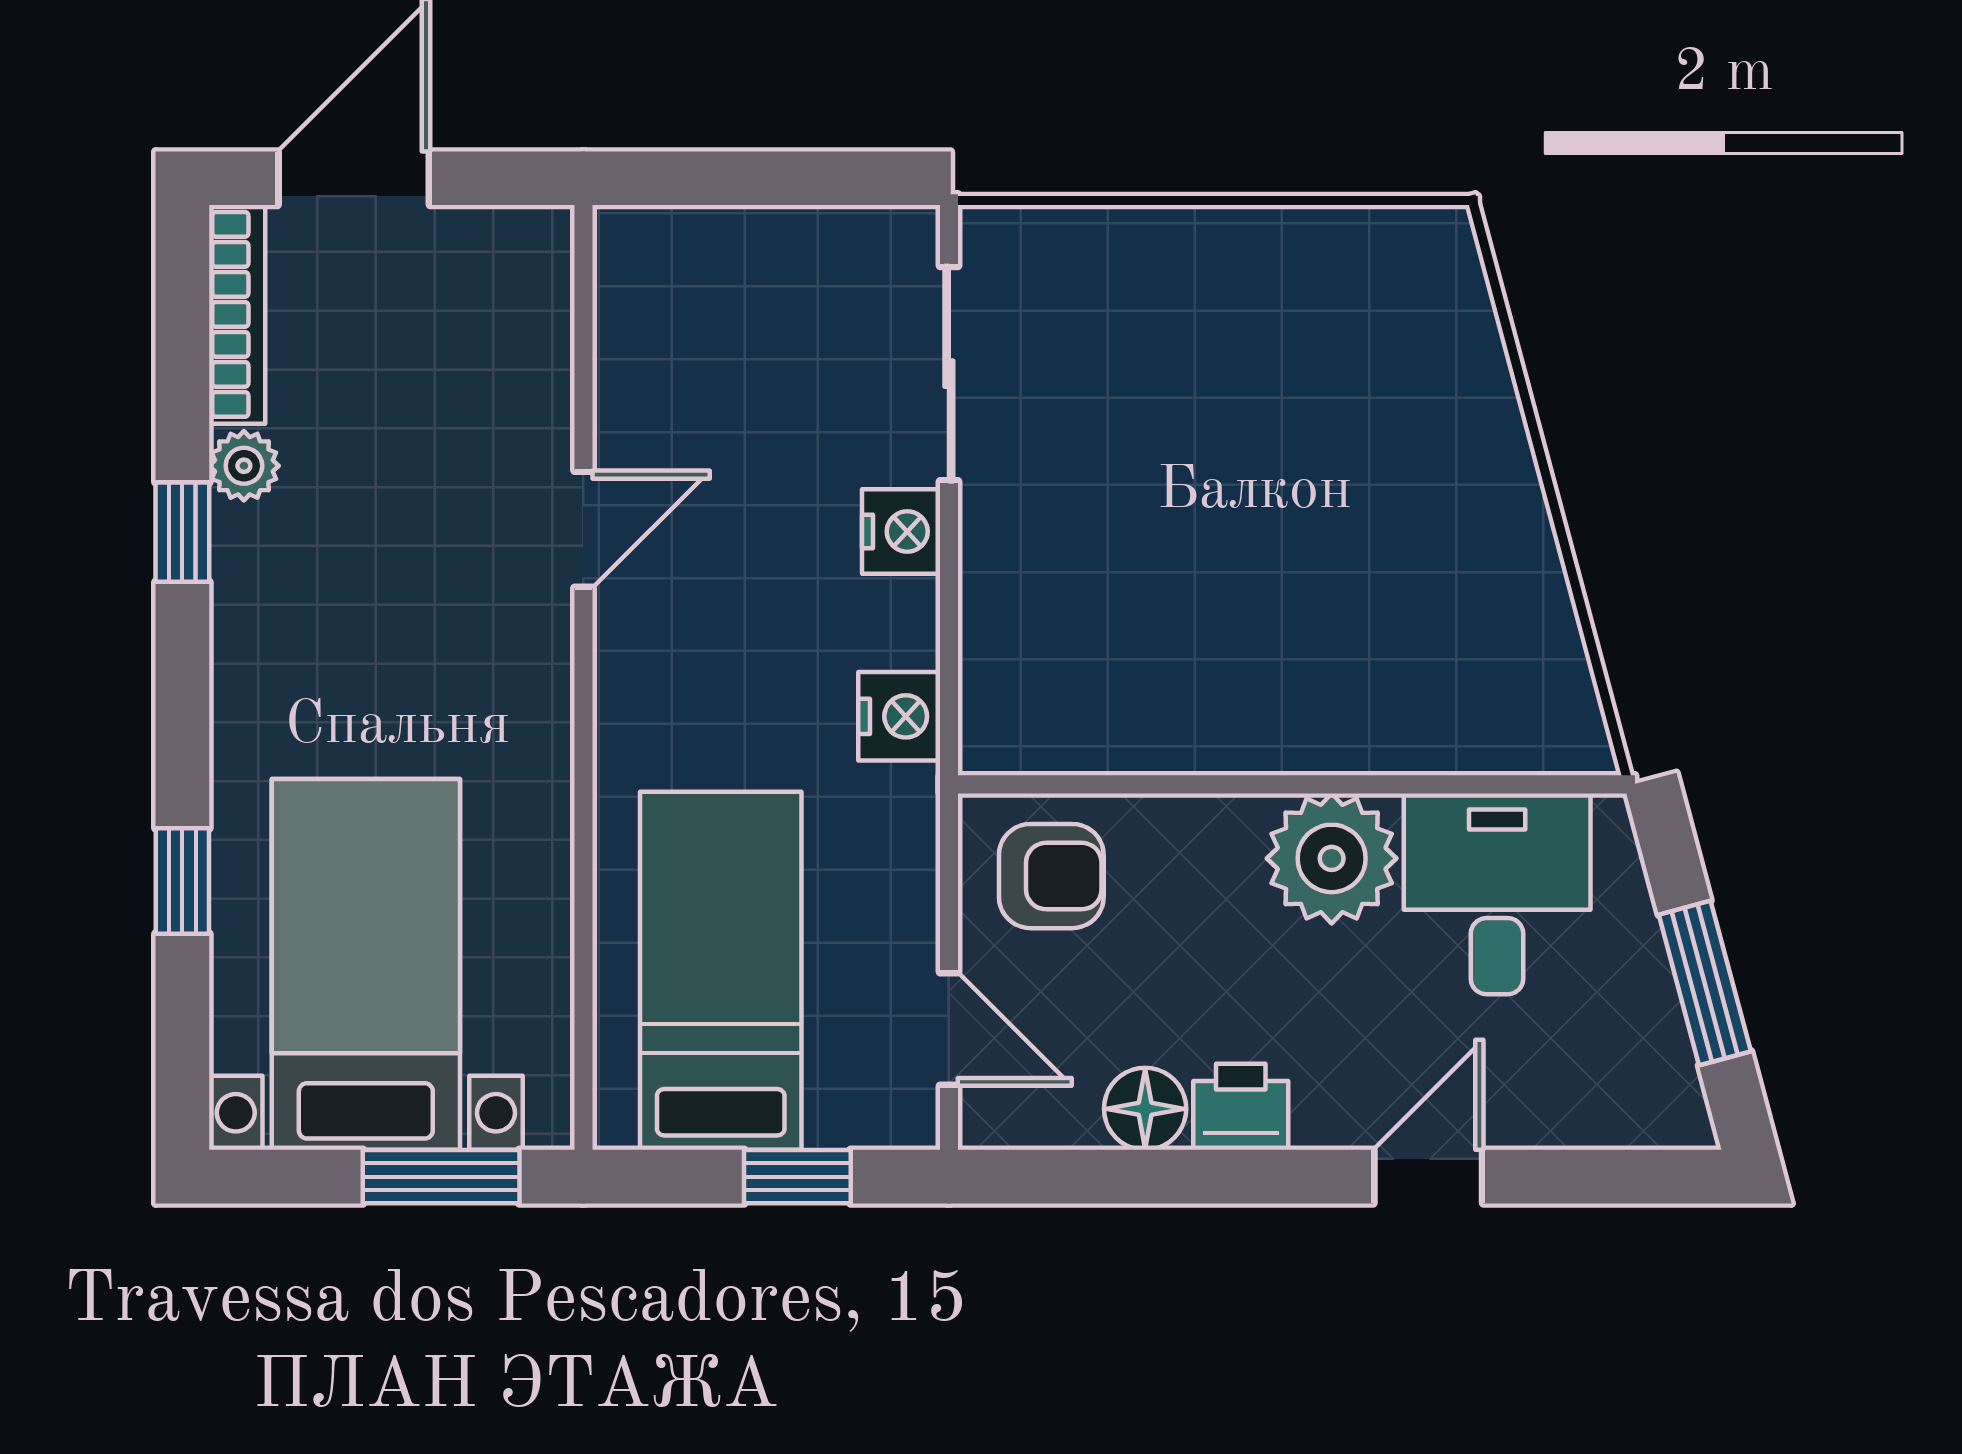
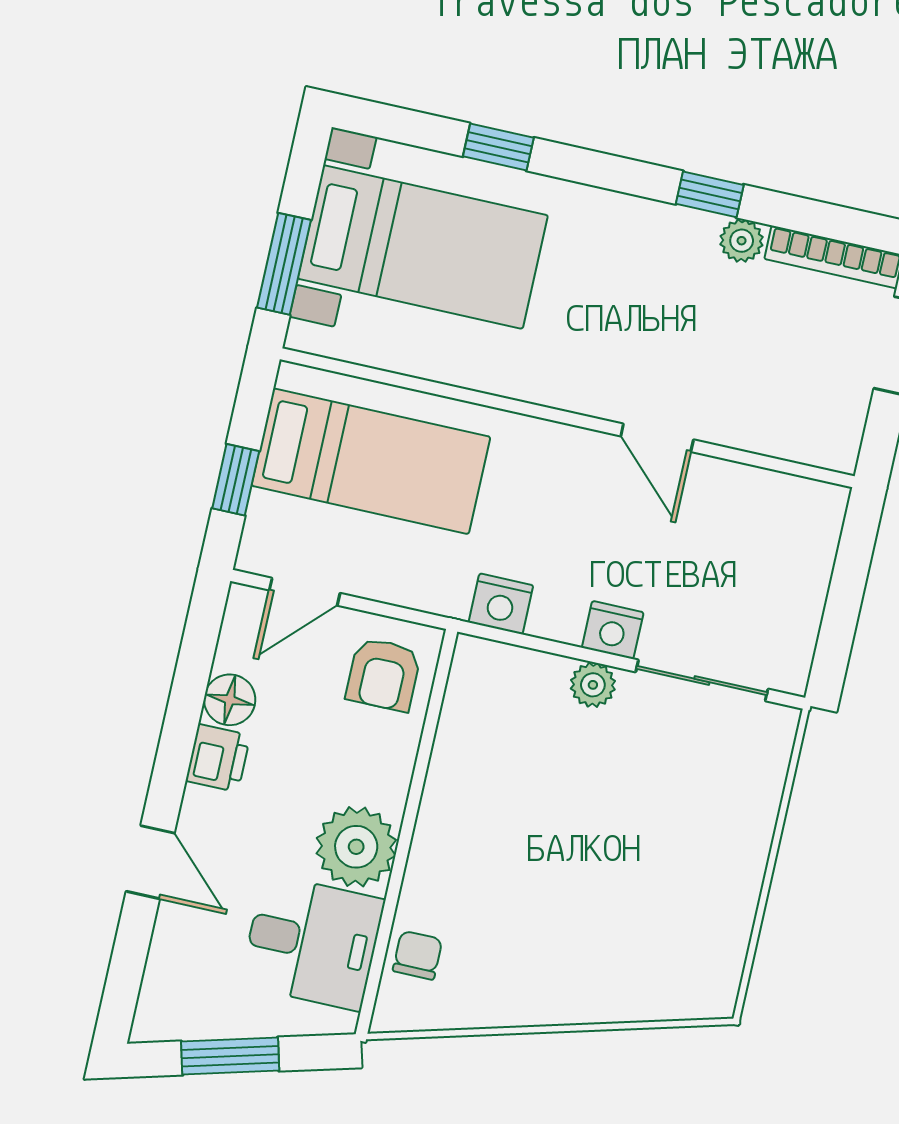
plant: (994, 543) -> (593, 685), added
chair: (1480, 724) -> (418, 955), added

